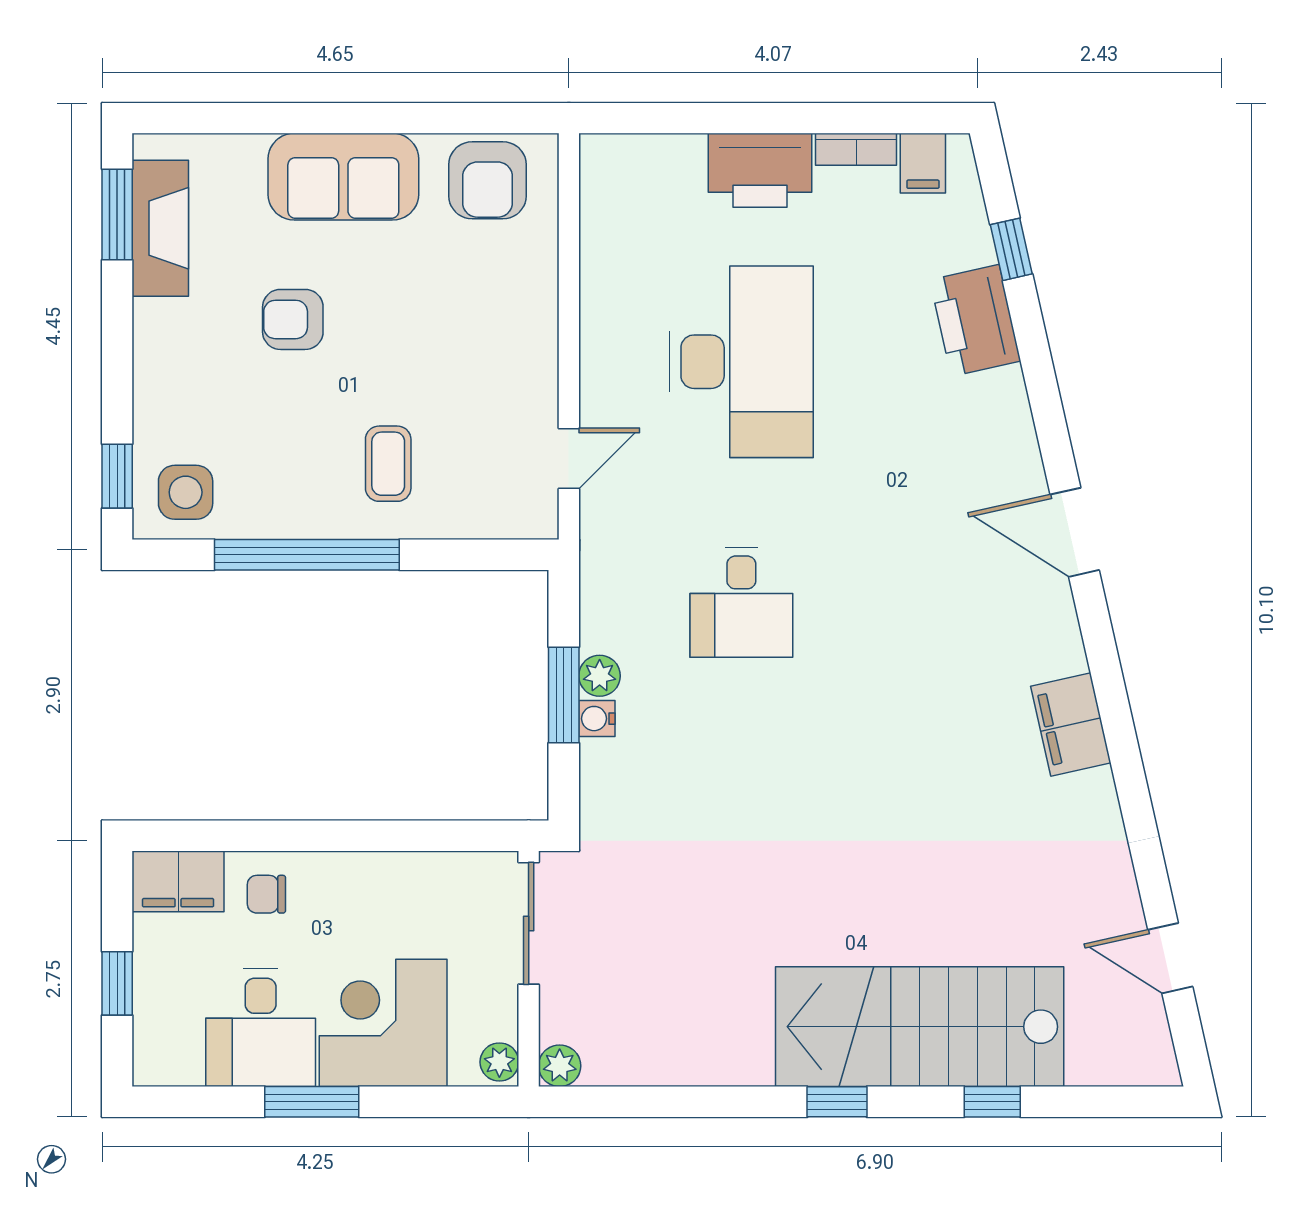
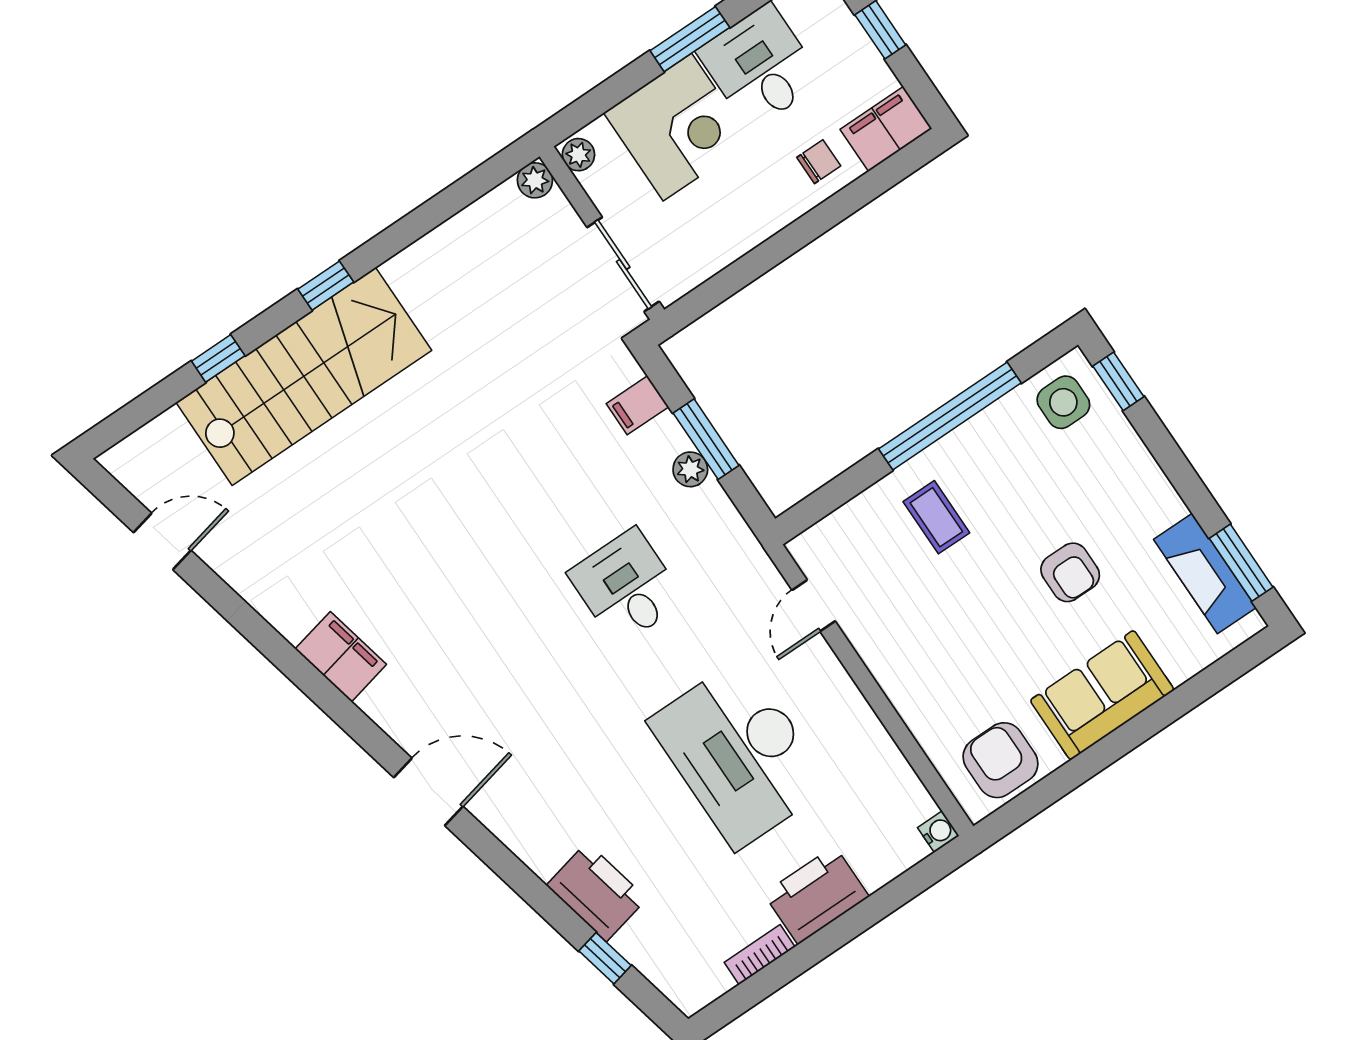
filing cabinet: (923, 163) -> (637, 405), moved, turned -90
armchair: (293, 319) -> (1070, 572), turned 90
water cooler: (597, 719) -> (938, 832), moved

